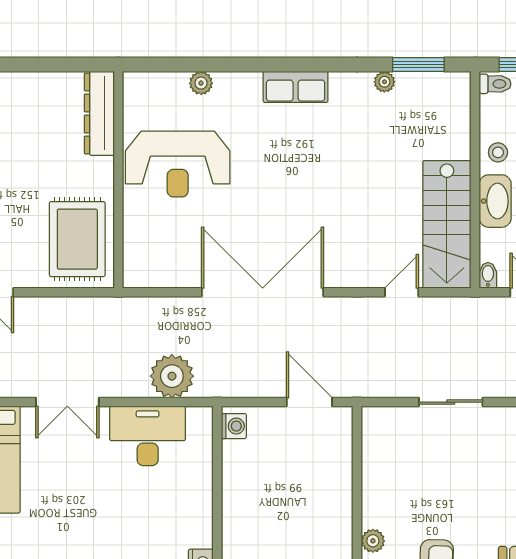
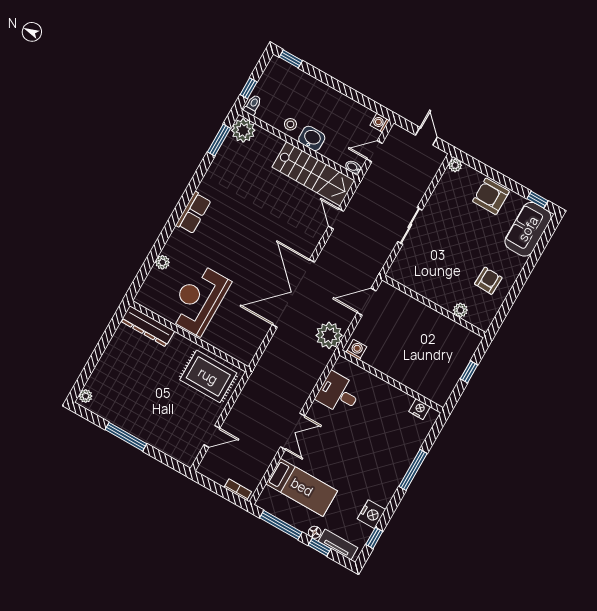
plant: (384, 82) -> (243, 130), moved, width x1.87, depth x1.87
reception desk: (178, 164) -> (199, 300), turned 180
washbasin: (495, 201) -> (312, 138), width x0.72
plant: (172, 376) -> (329, 335), moved
desk: (148, 436) -> (338, 393), width x0.73

